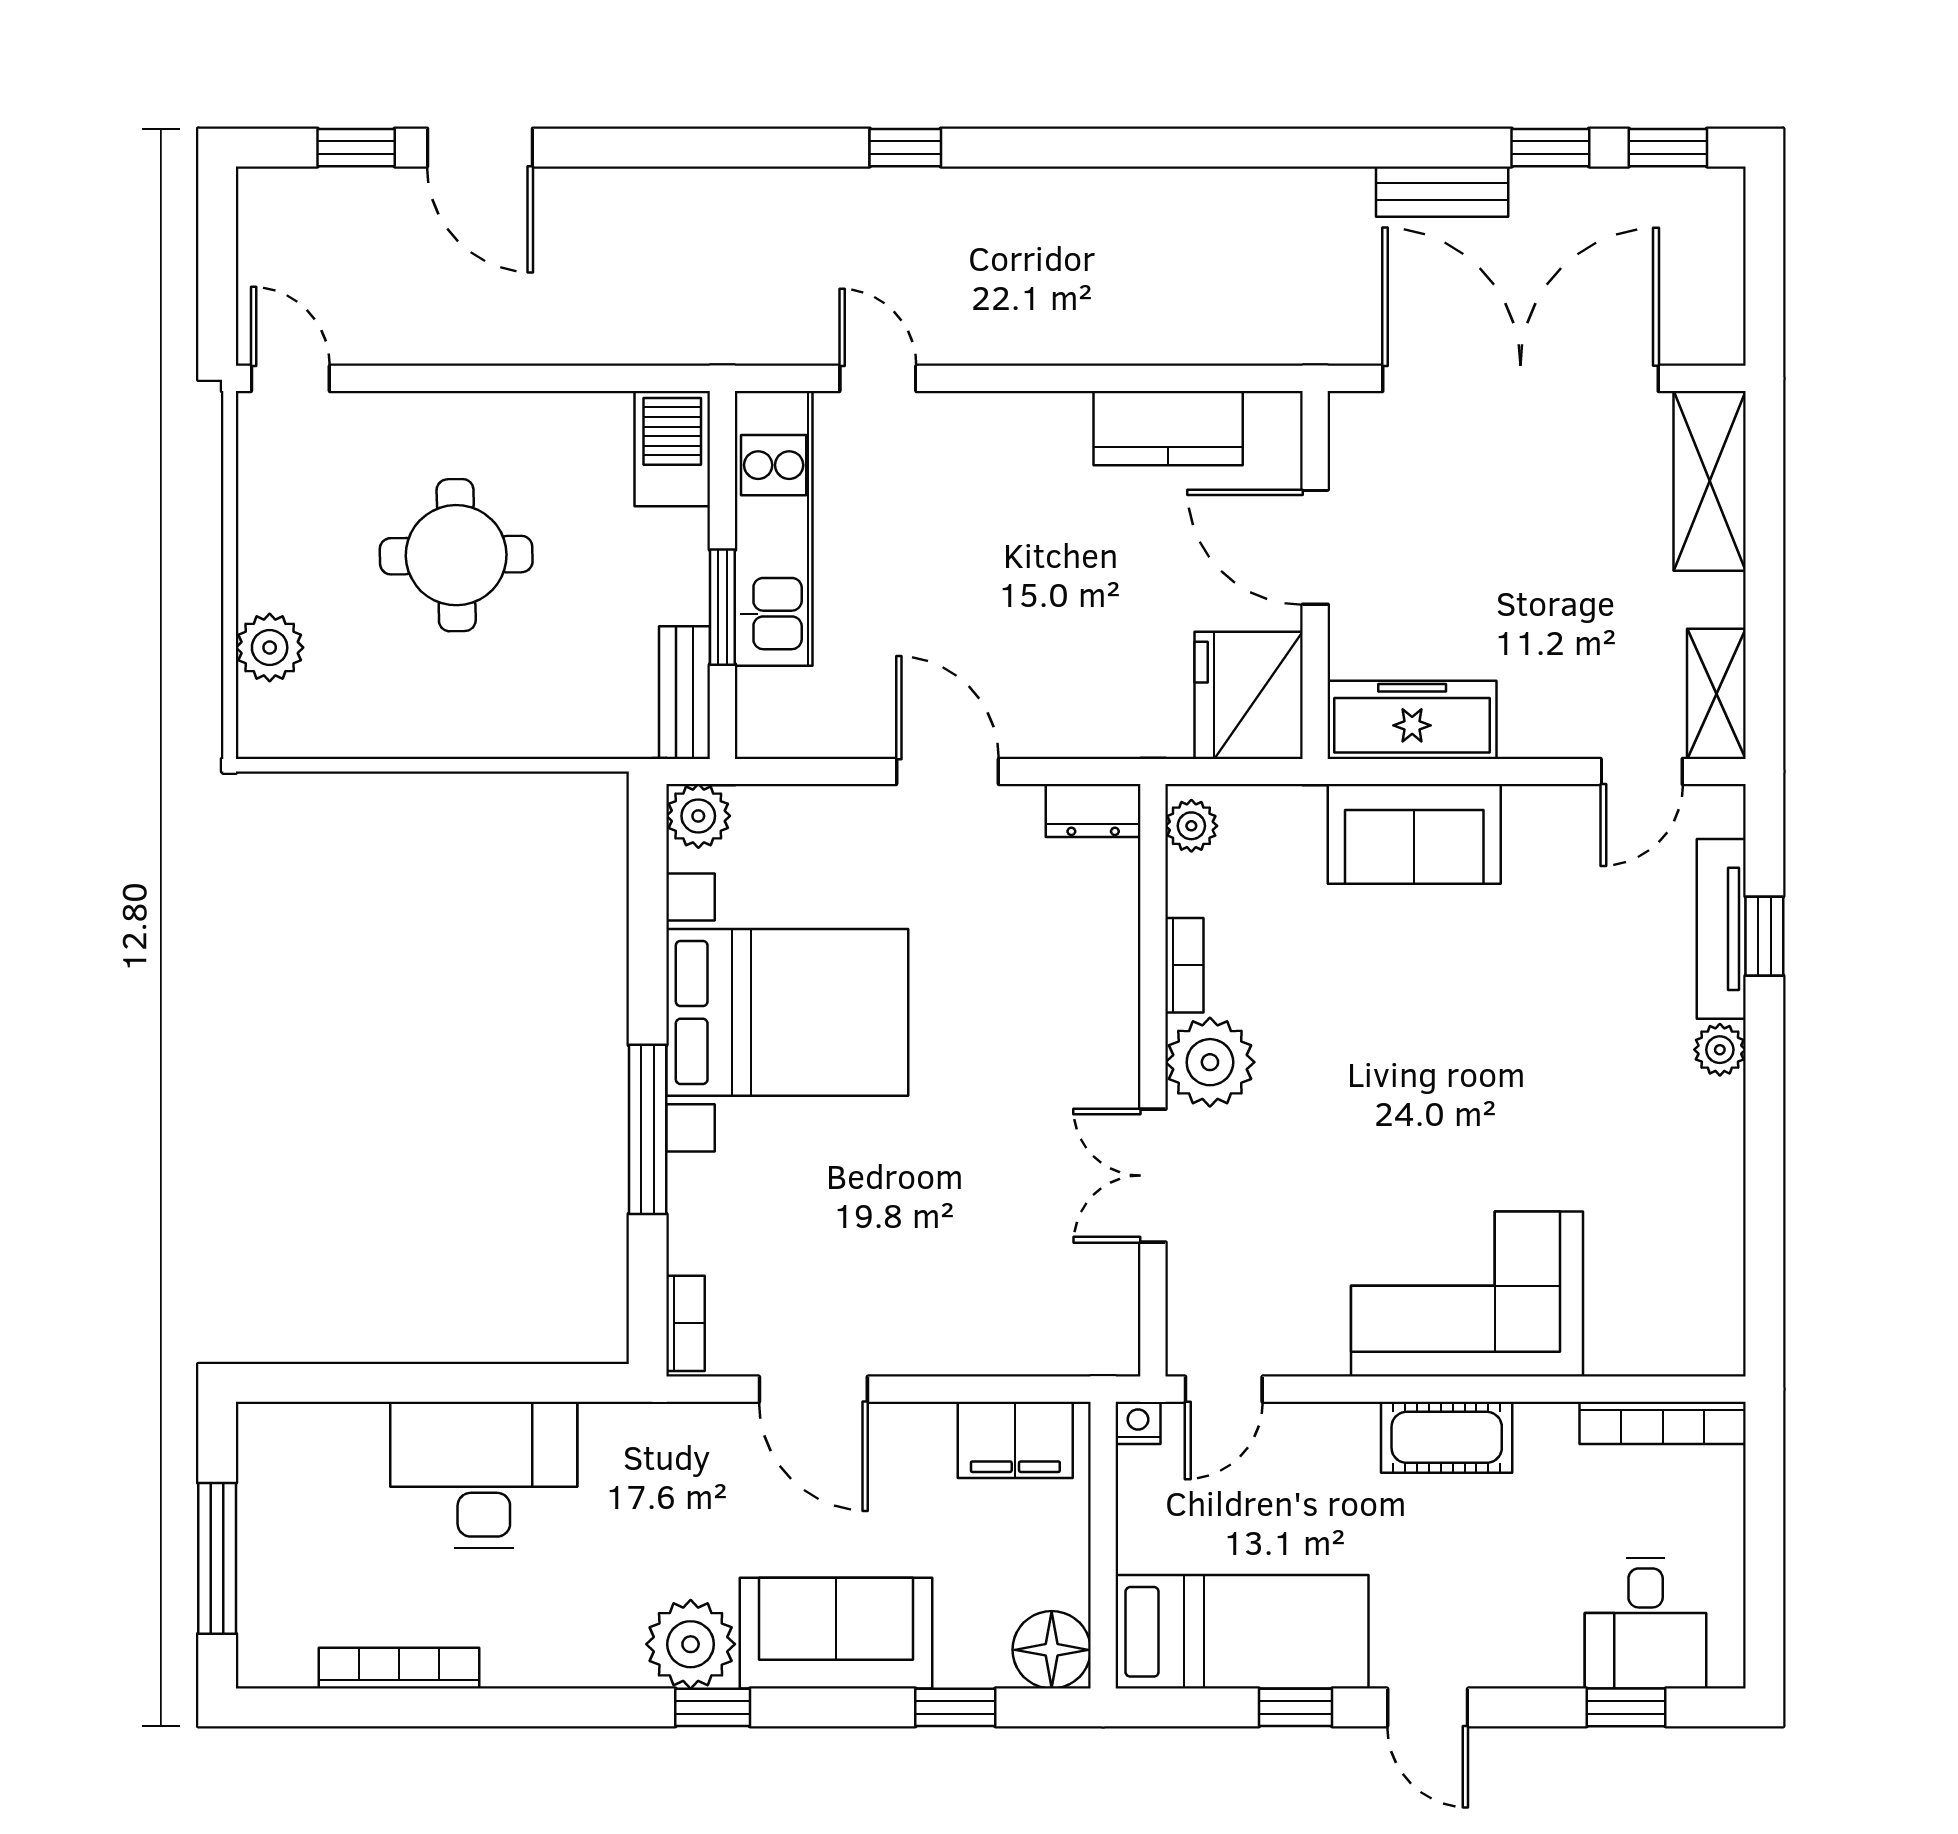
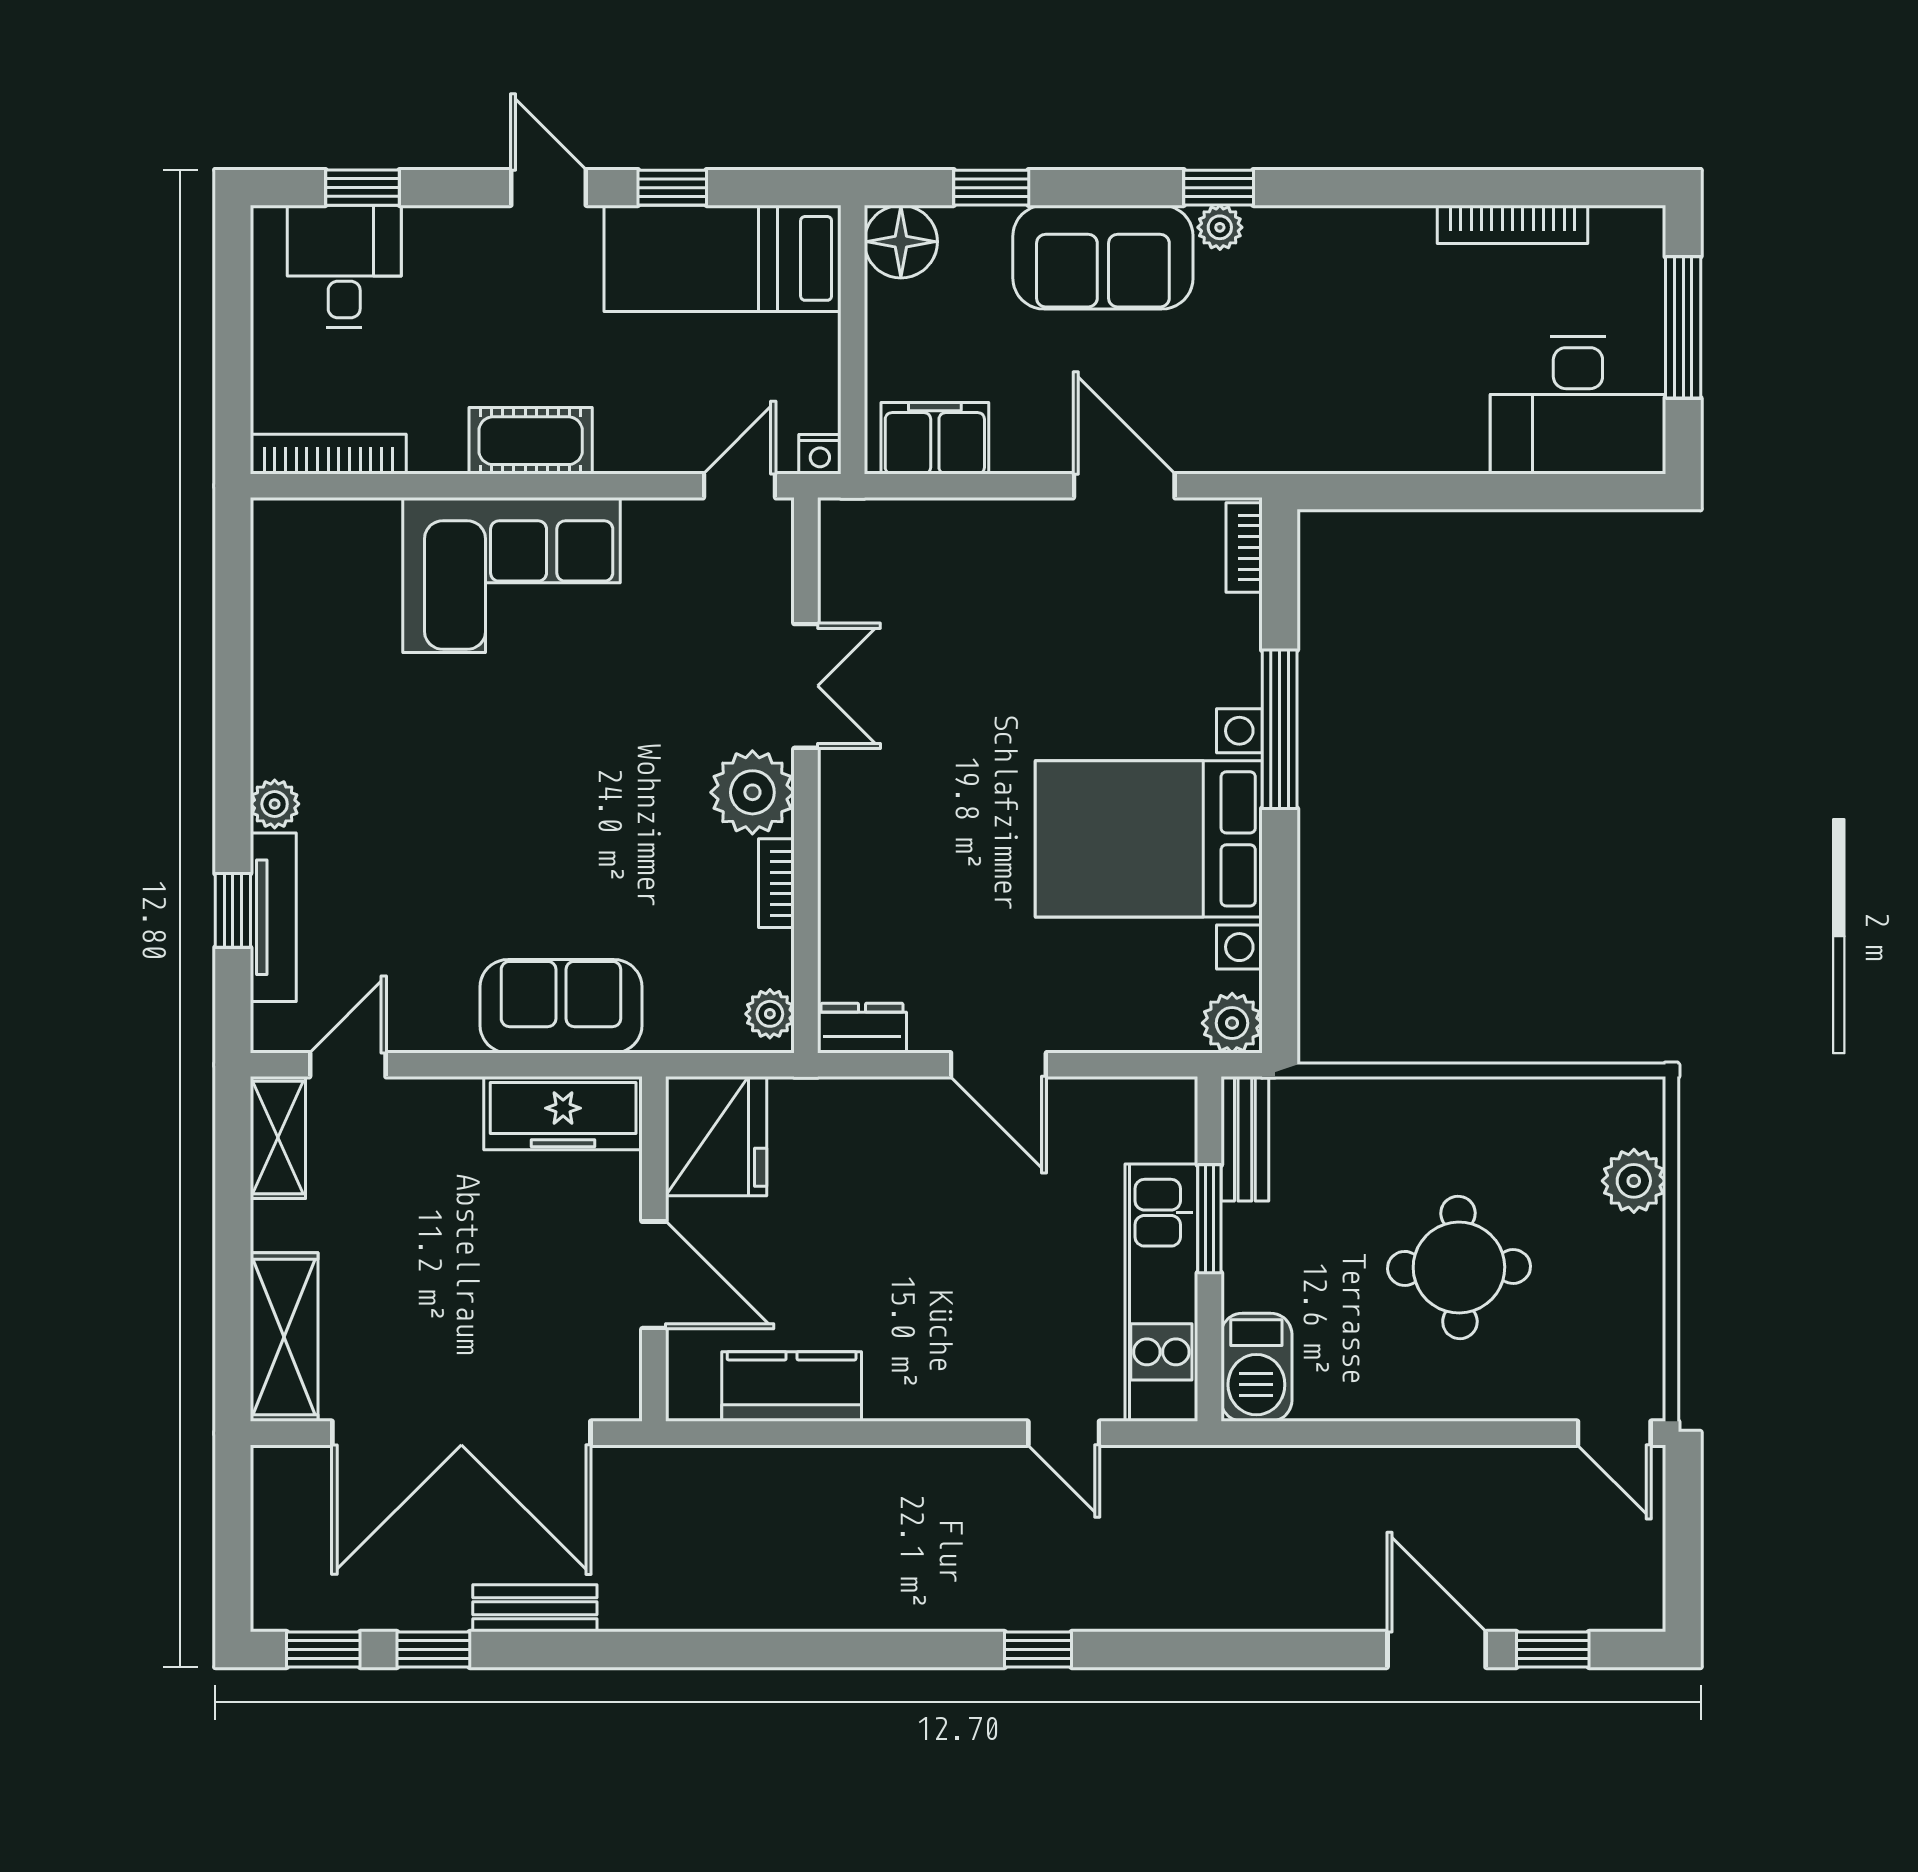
desk: (484, 1475) -> (1578, 405), moved
plant: (691, 1644) -> (1220, 227), width x0.53, depth x0.53

